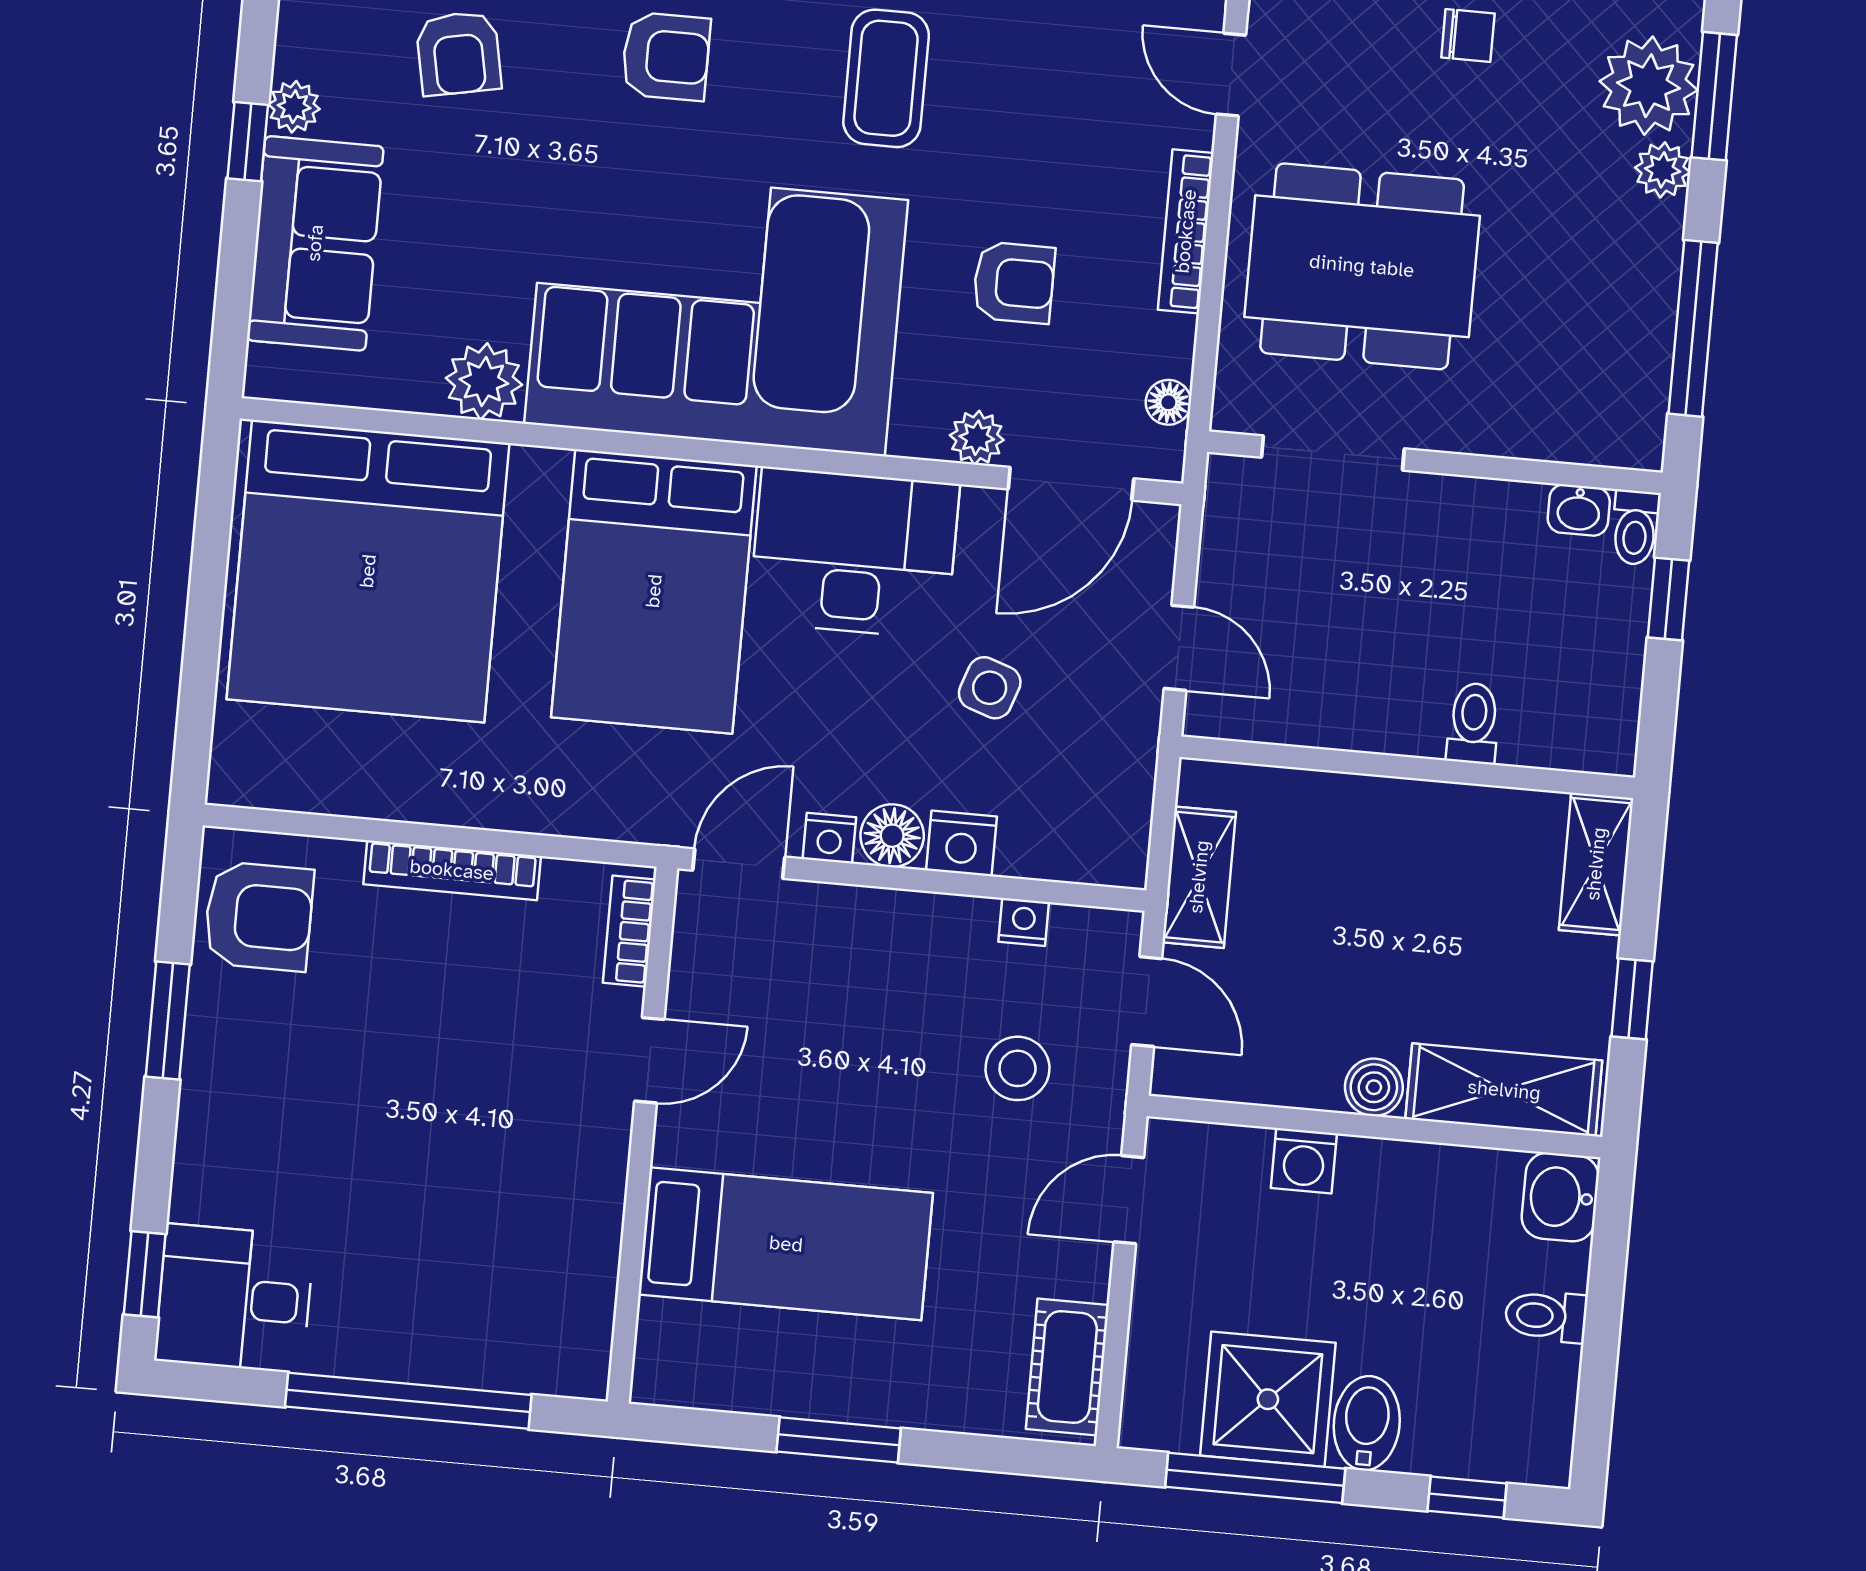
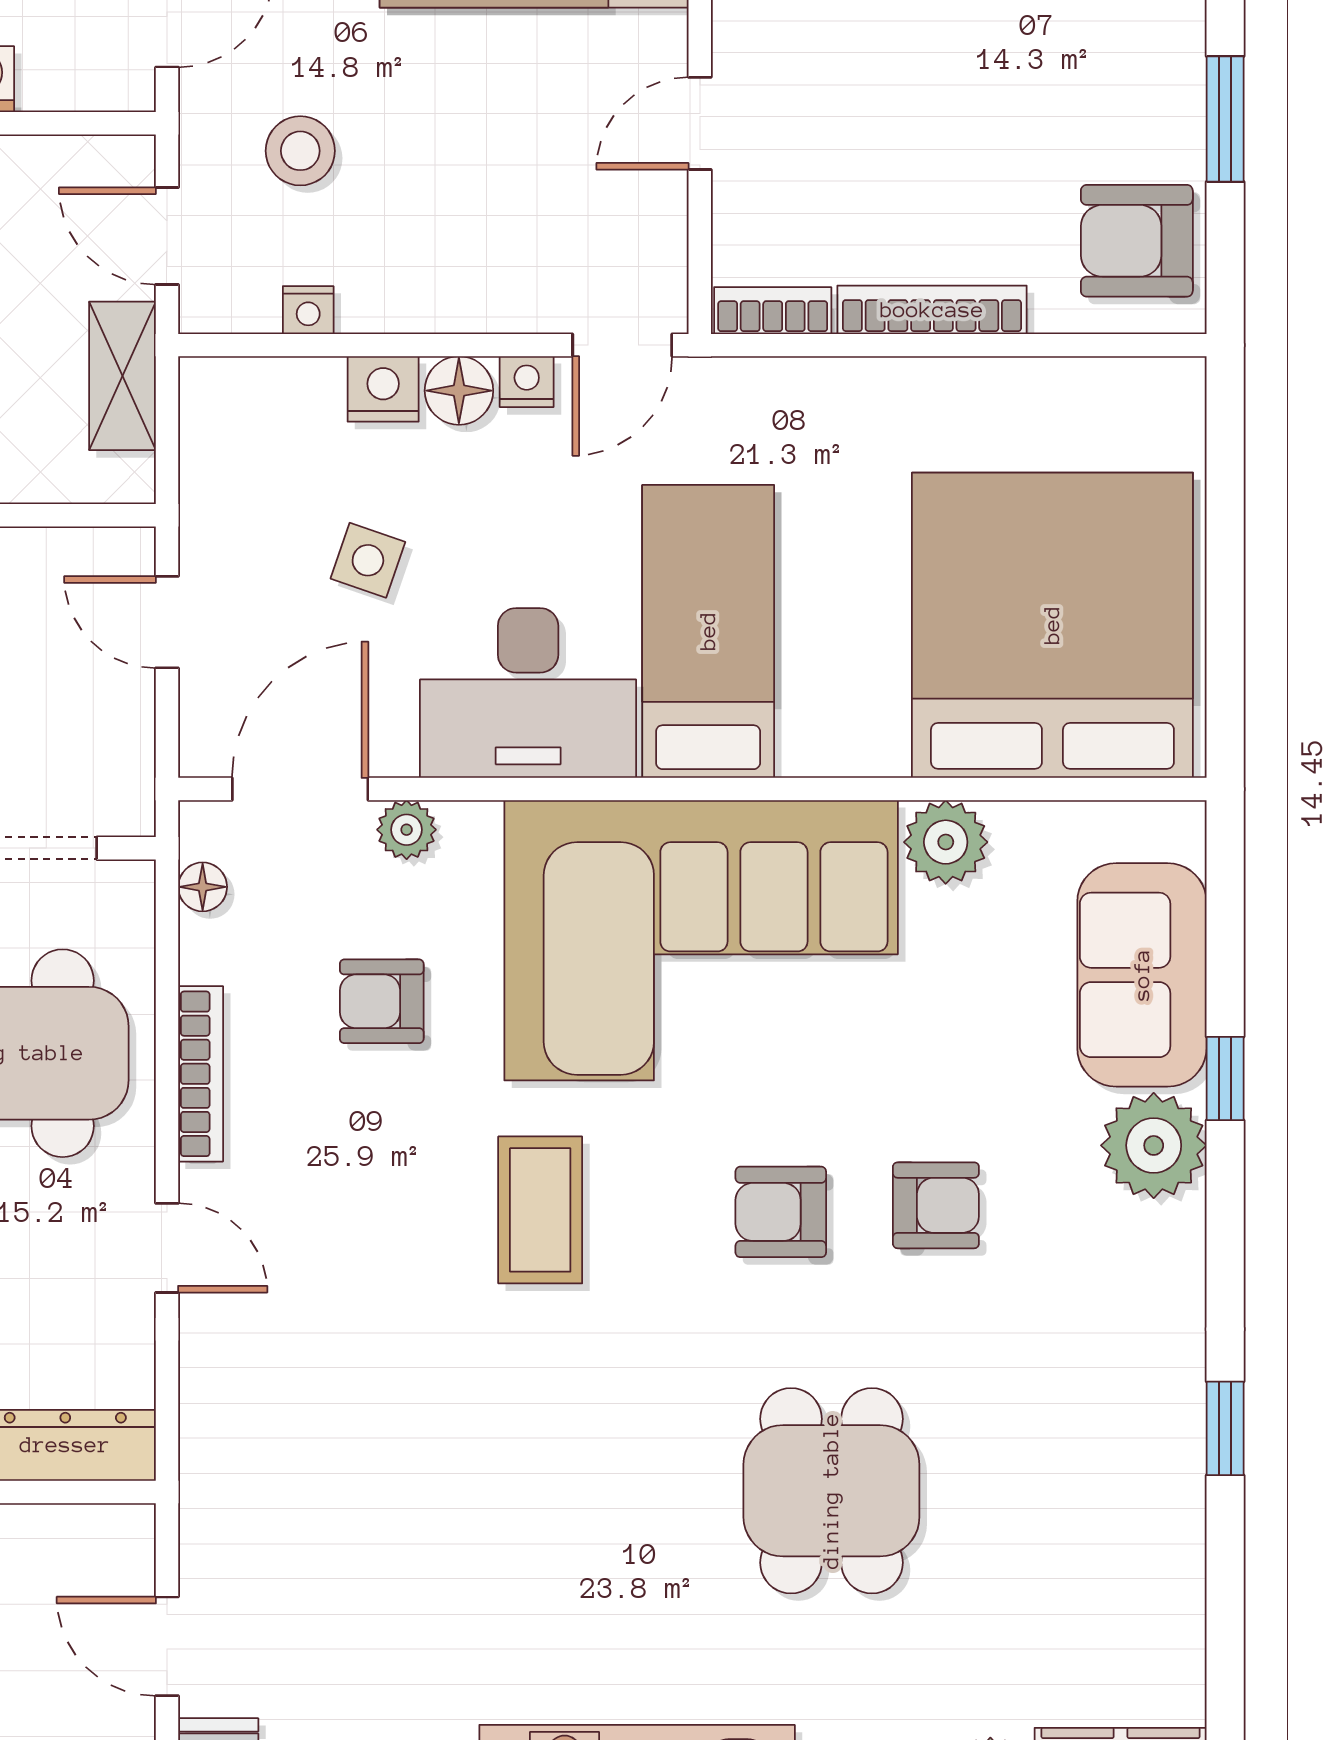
armchair: (459, 53) -> (936, 1205), moved, turned 101
plant: (294, 107) -> (1154, 1145), width x1.88, depth x1.88
bed: (654, 591) -> (708, 631), width x0.67
bookcase: (629, 931) -> (773, 311), moved, turned -90

